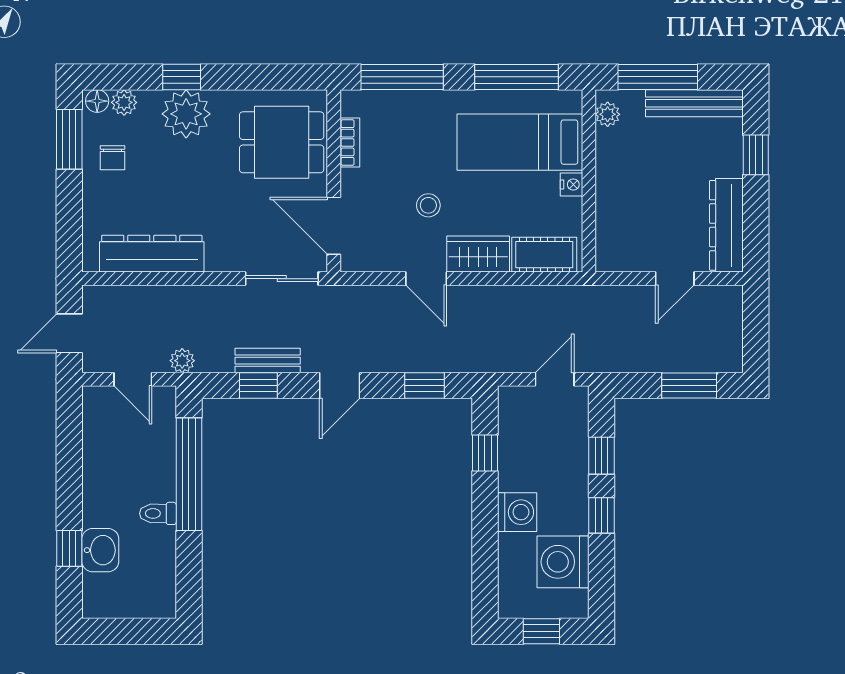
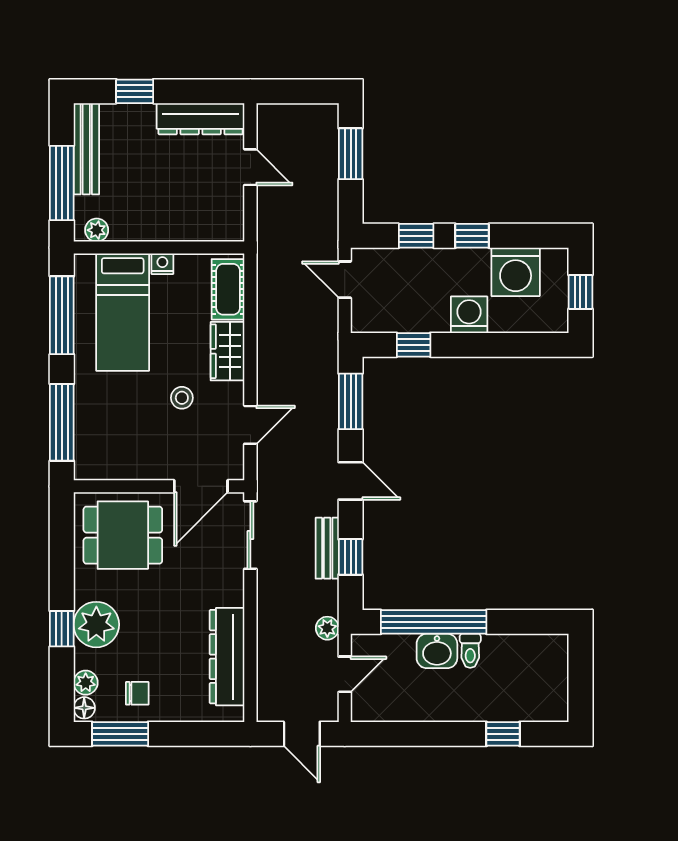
dining table: (282, 142) -> (123, 535), turned 90
bookcase: (350, 143) -> (123, 471), removed
door: (426, 279) -> (250, 425), moved
window: (425, 386) -> (351, 401), width x1.50
washbasin: (100, 550) -> (437, 651), moved, turned 180

